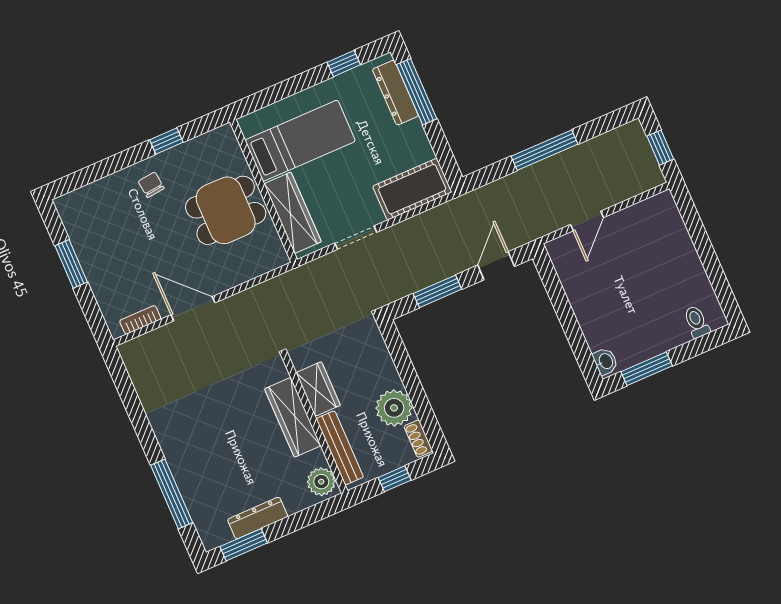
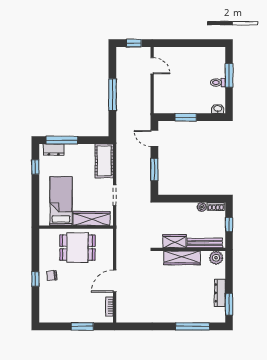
dresser: (395, 93) -> (54, 150), width x0.70
window: (166, 141) -> (35, 279), moved
dining table: (226, 210) -> (77, 248), turned 90
door: (587, 221) -> (152, 66), moved
window: (71, 264) -> (82, 326), moved
window: (563, 308) -> (186, 117), added
toilet: (697, 322) -> (218, 82), moved
window: (647, 369) -> (229, 75), moved
plant: (394, 408) -> (202, 207), width x0.53, depth x0.53

